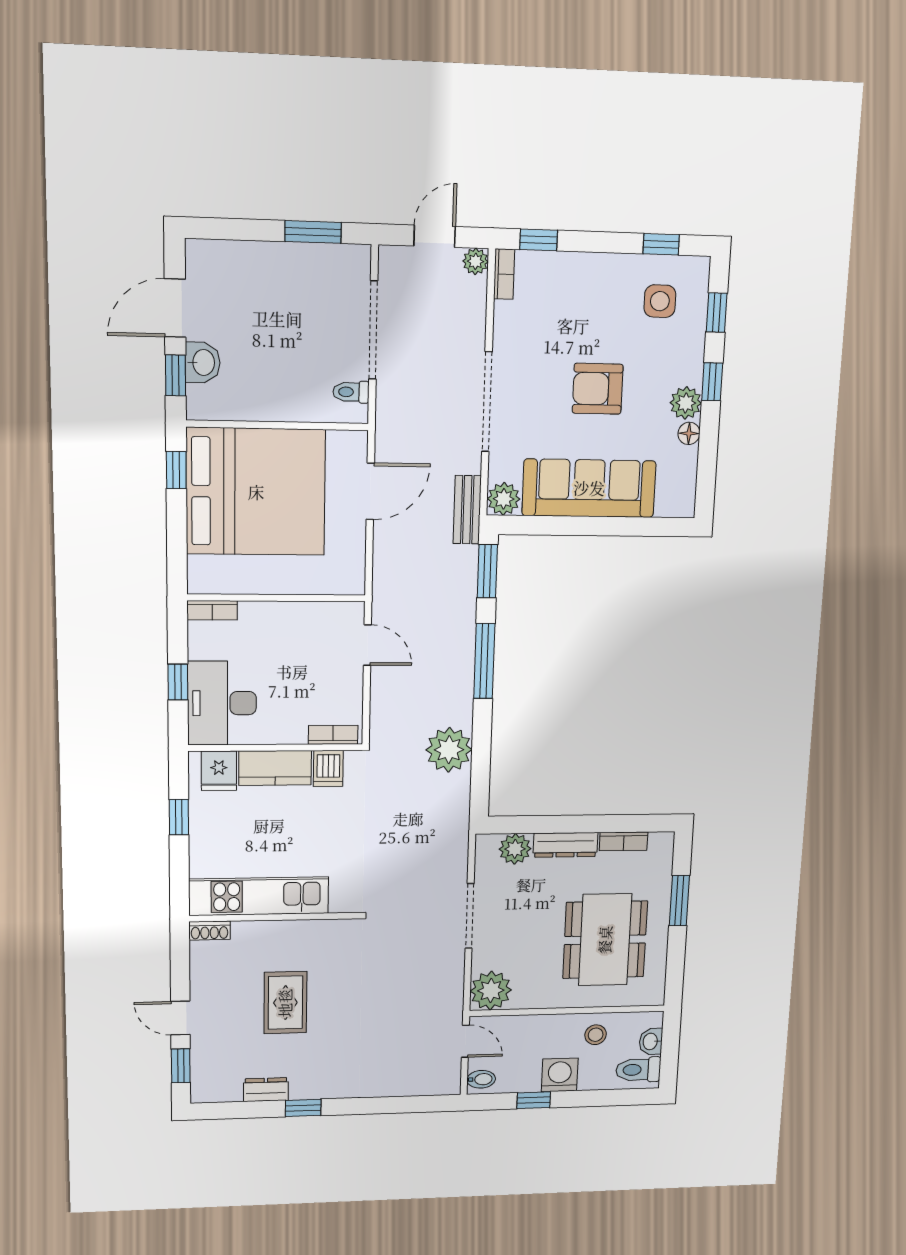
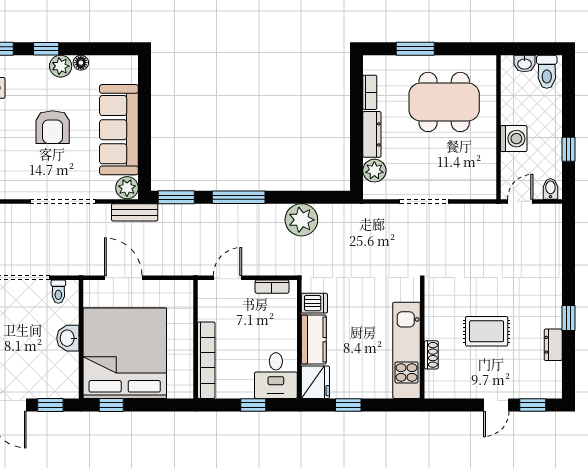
washbasin: (203, 362) -> (68, 338), moved, turned -90
bookcase: (212, 610) -> (206, 360), width x2.31, depth x1.31
desk: (222, 703) -> (276, 376), width x0.73
bookcase: (333, 735) -> (272, 287), moved, turned -90
fridge: (219, 771) -> (315, 382), width x1.38
shoe rack: (210, 931) -> (431, 355), moved
plant: (491, 990) -> (481, 184), removed
stool: (596, 1035) -> (518, 105), removed
washing machine: (560, 1075) -> (514, 139), moved, turned 180

